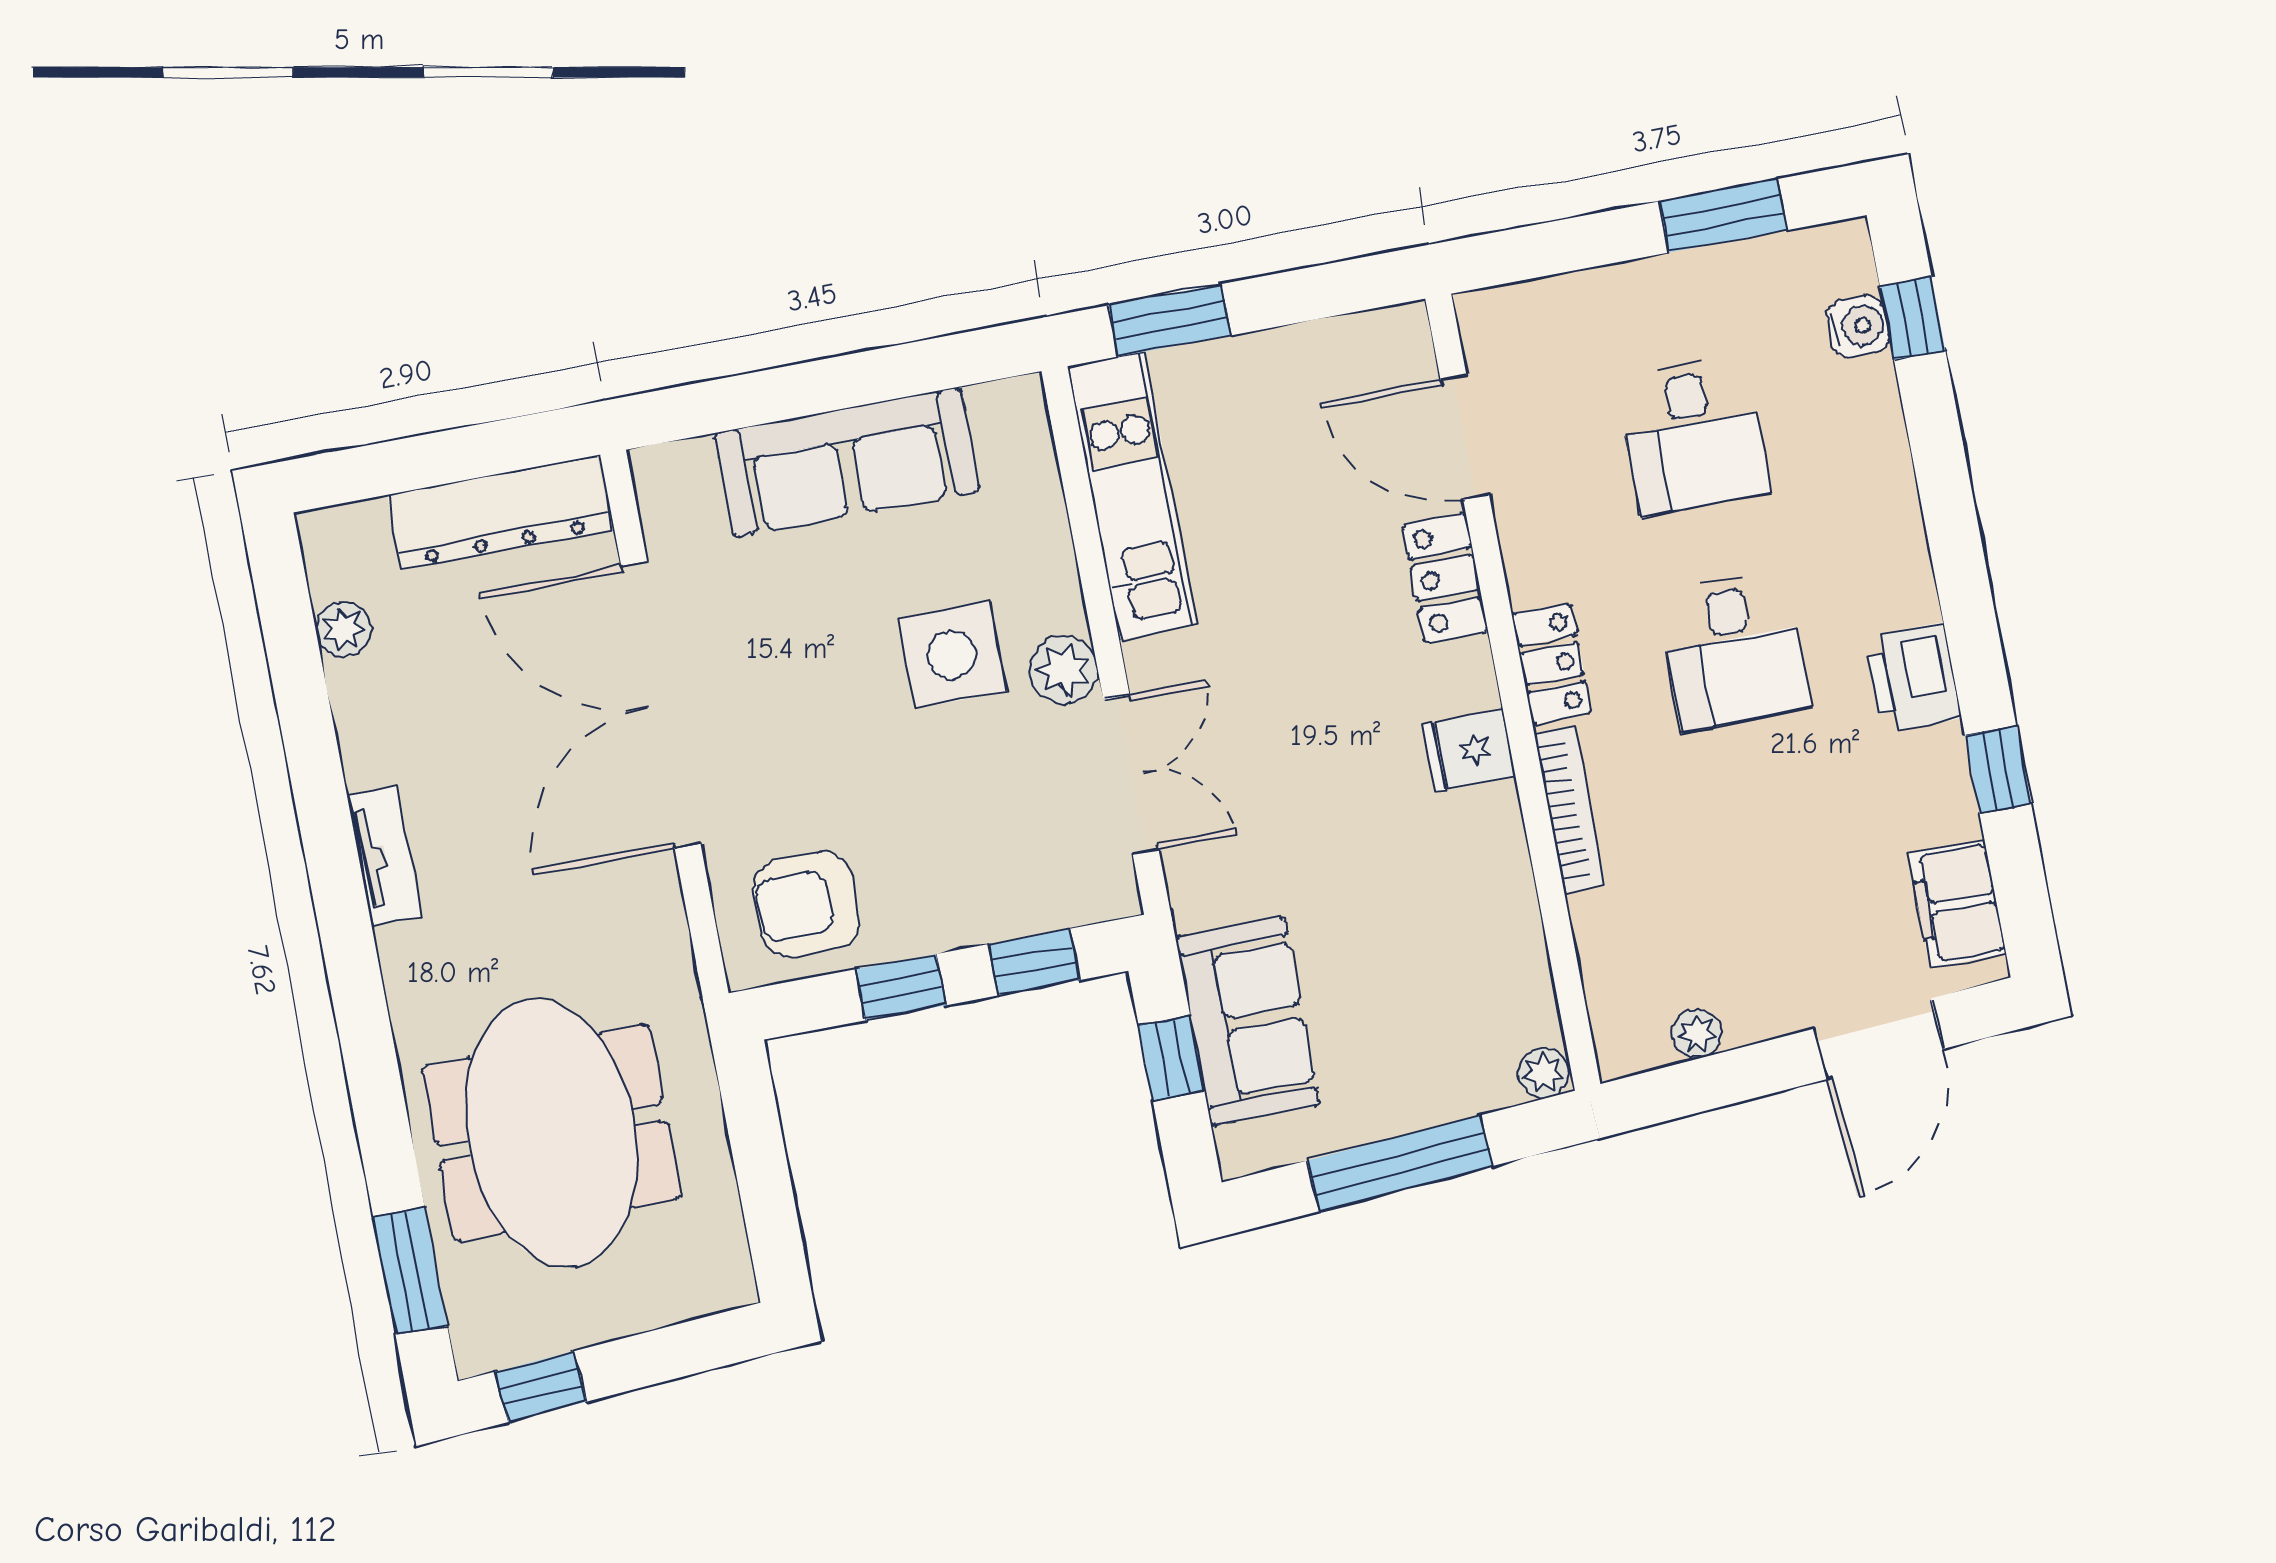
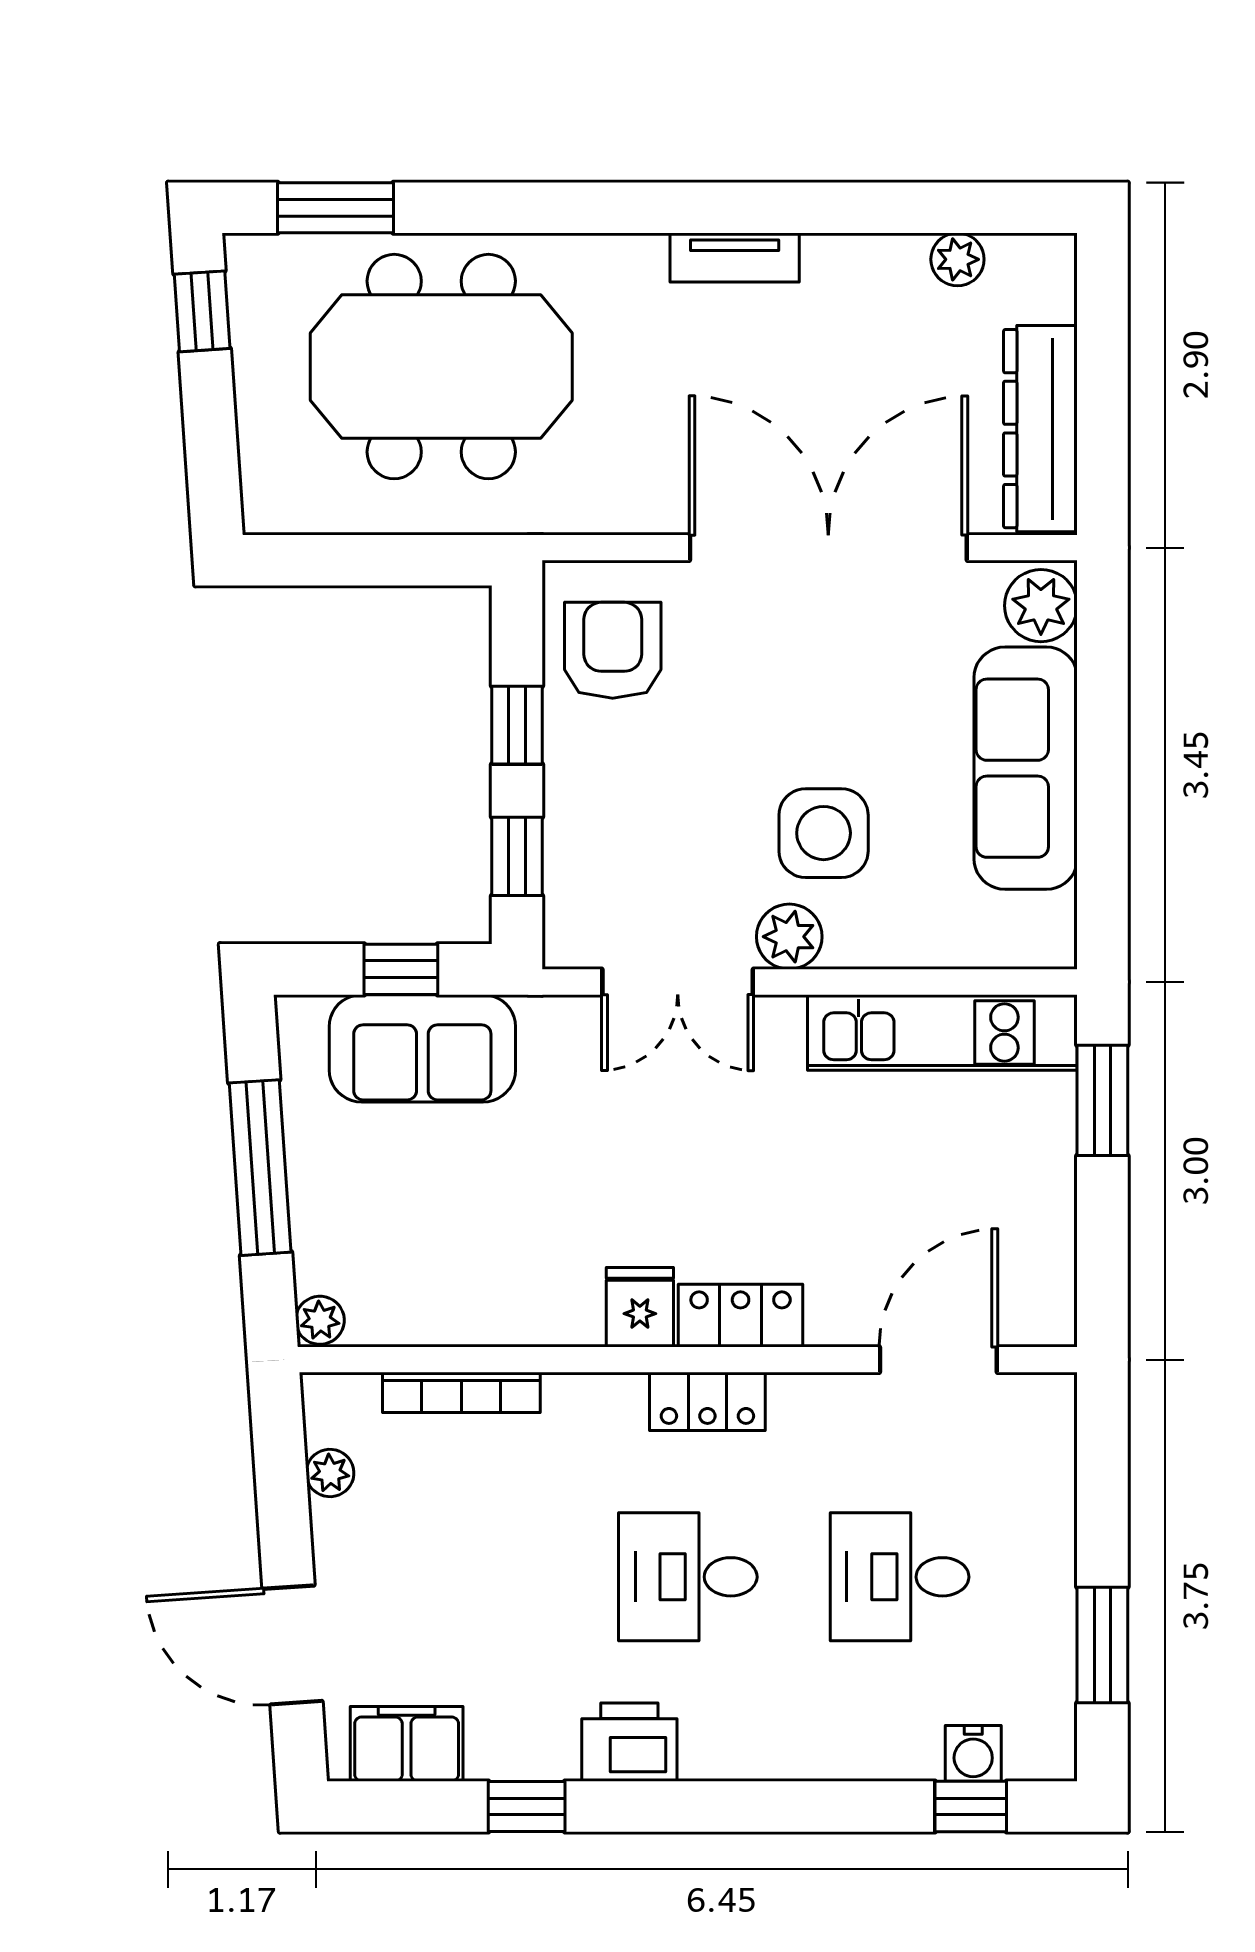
plant: (679, 478) -> (1041, 606), added
locker: (1445, 578) -> (741, 1316), moved
bookcase: (1570, 809) -> (461, 1392), moved

